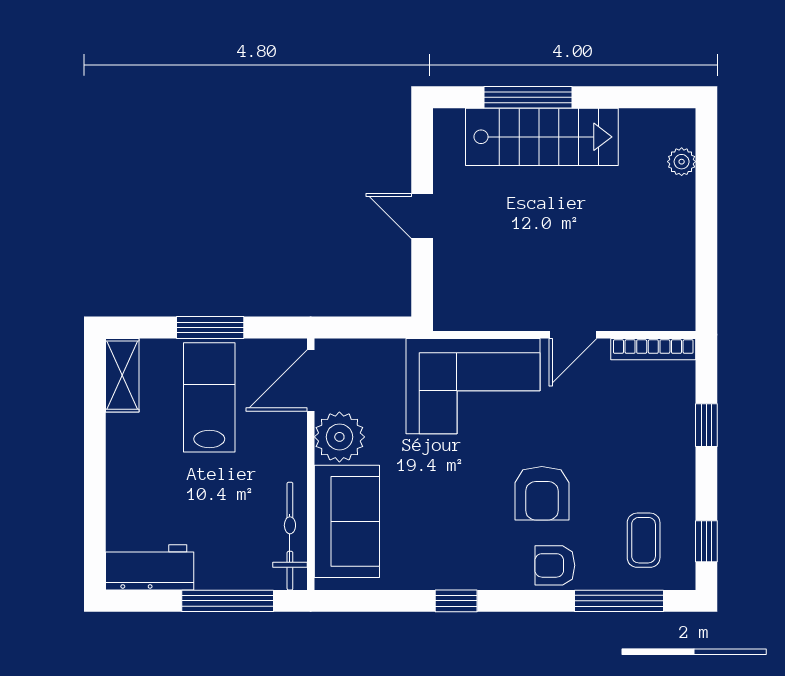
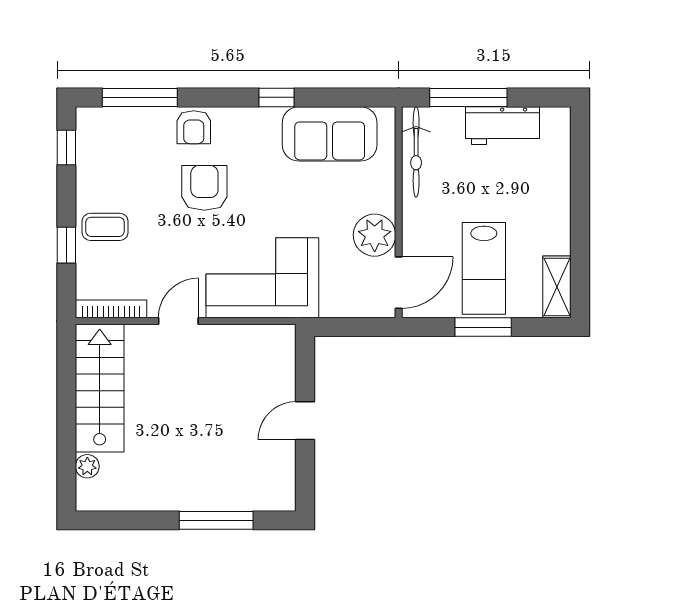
stairs: (542, 137) -> (100, 388), moved, turned 90
door: (422, 216) -> (305, 421), swing flipped
sofa: (347, 521) -> (330, 134), moved, turned -90
coffee table: (644, 540) -> (105, 227), moved, turned 90
armchair: (555, 565) -> (194, 127), turned 90
workbench: (150, 567) -> (503, 126), moved

